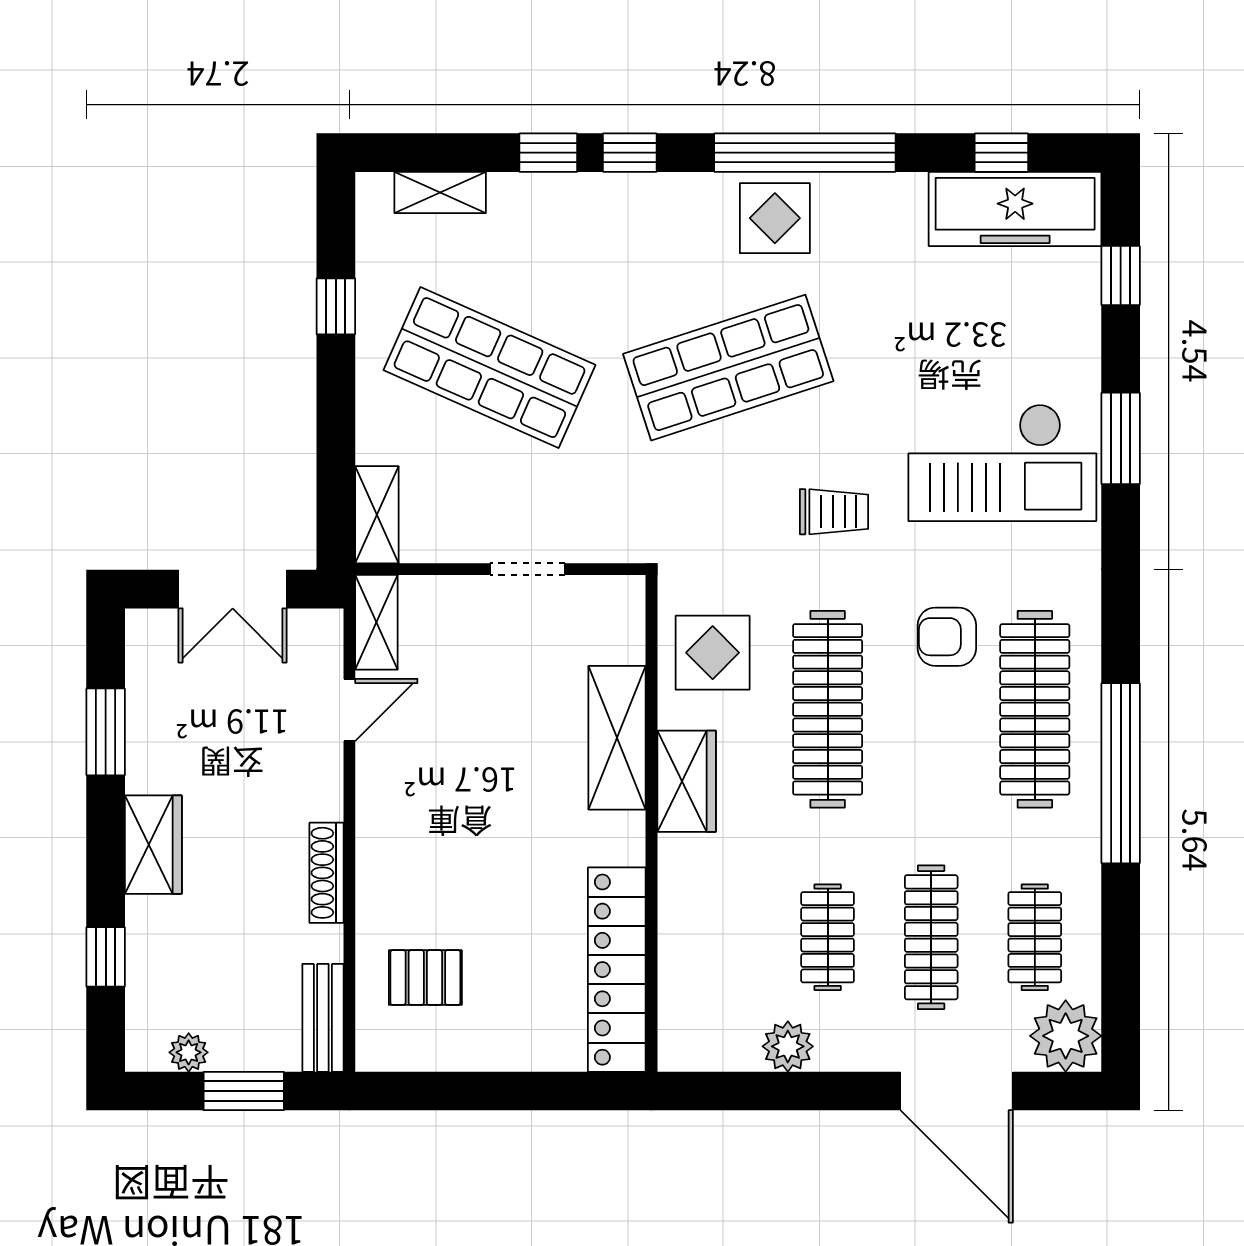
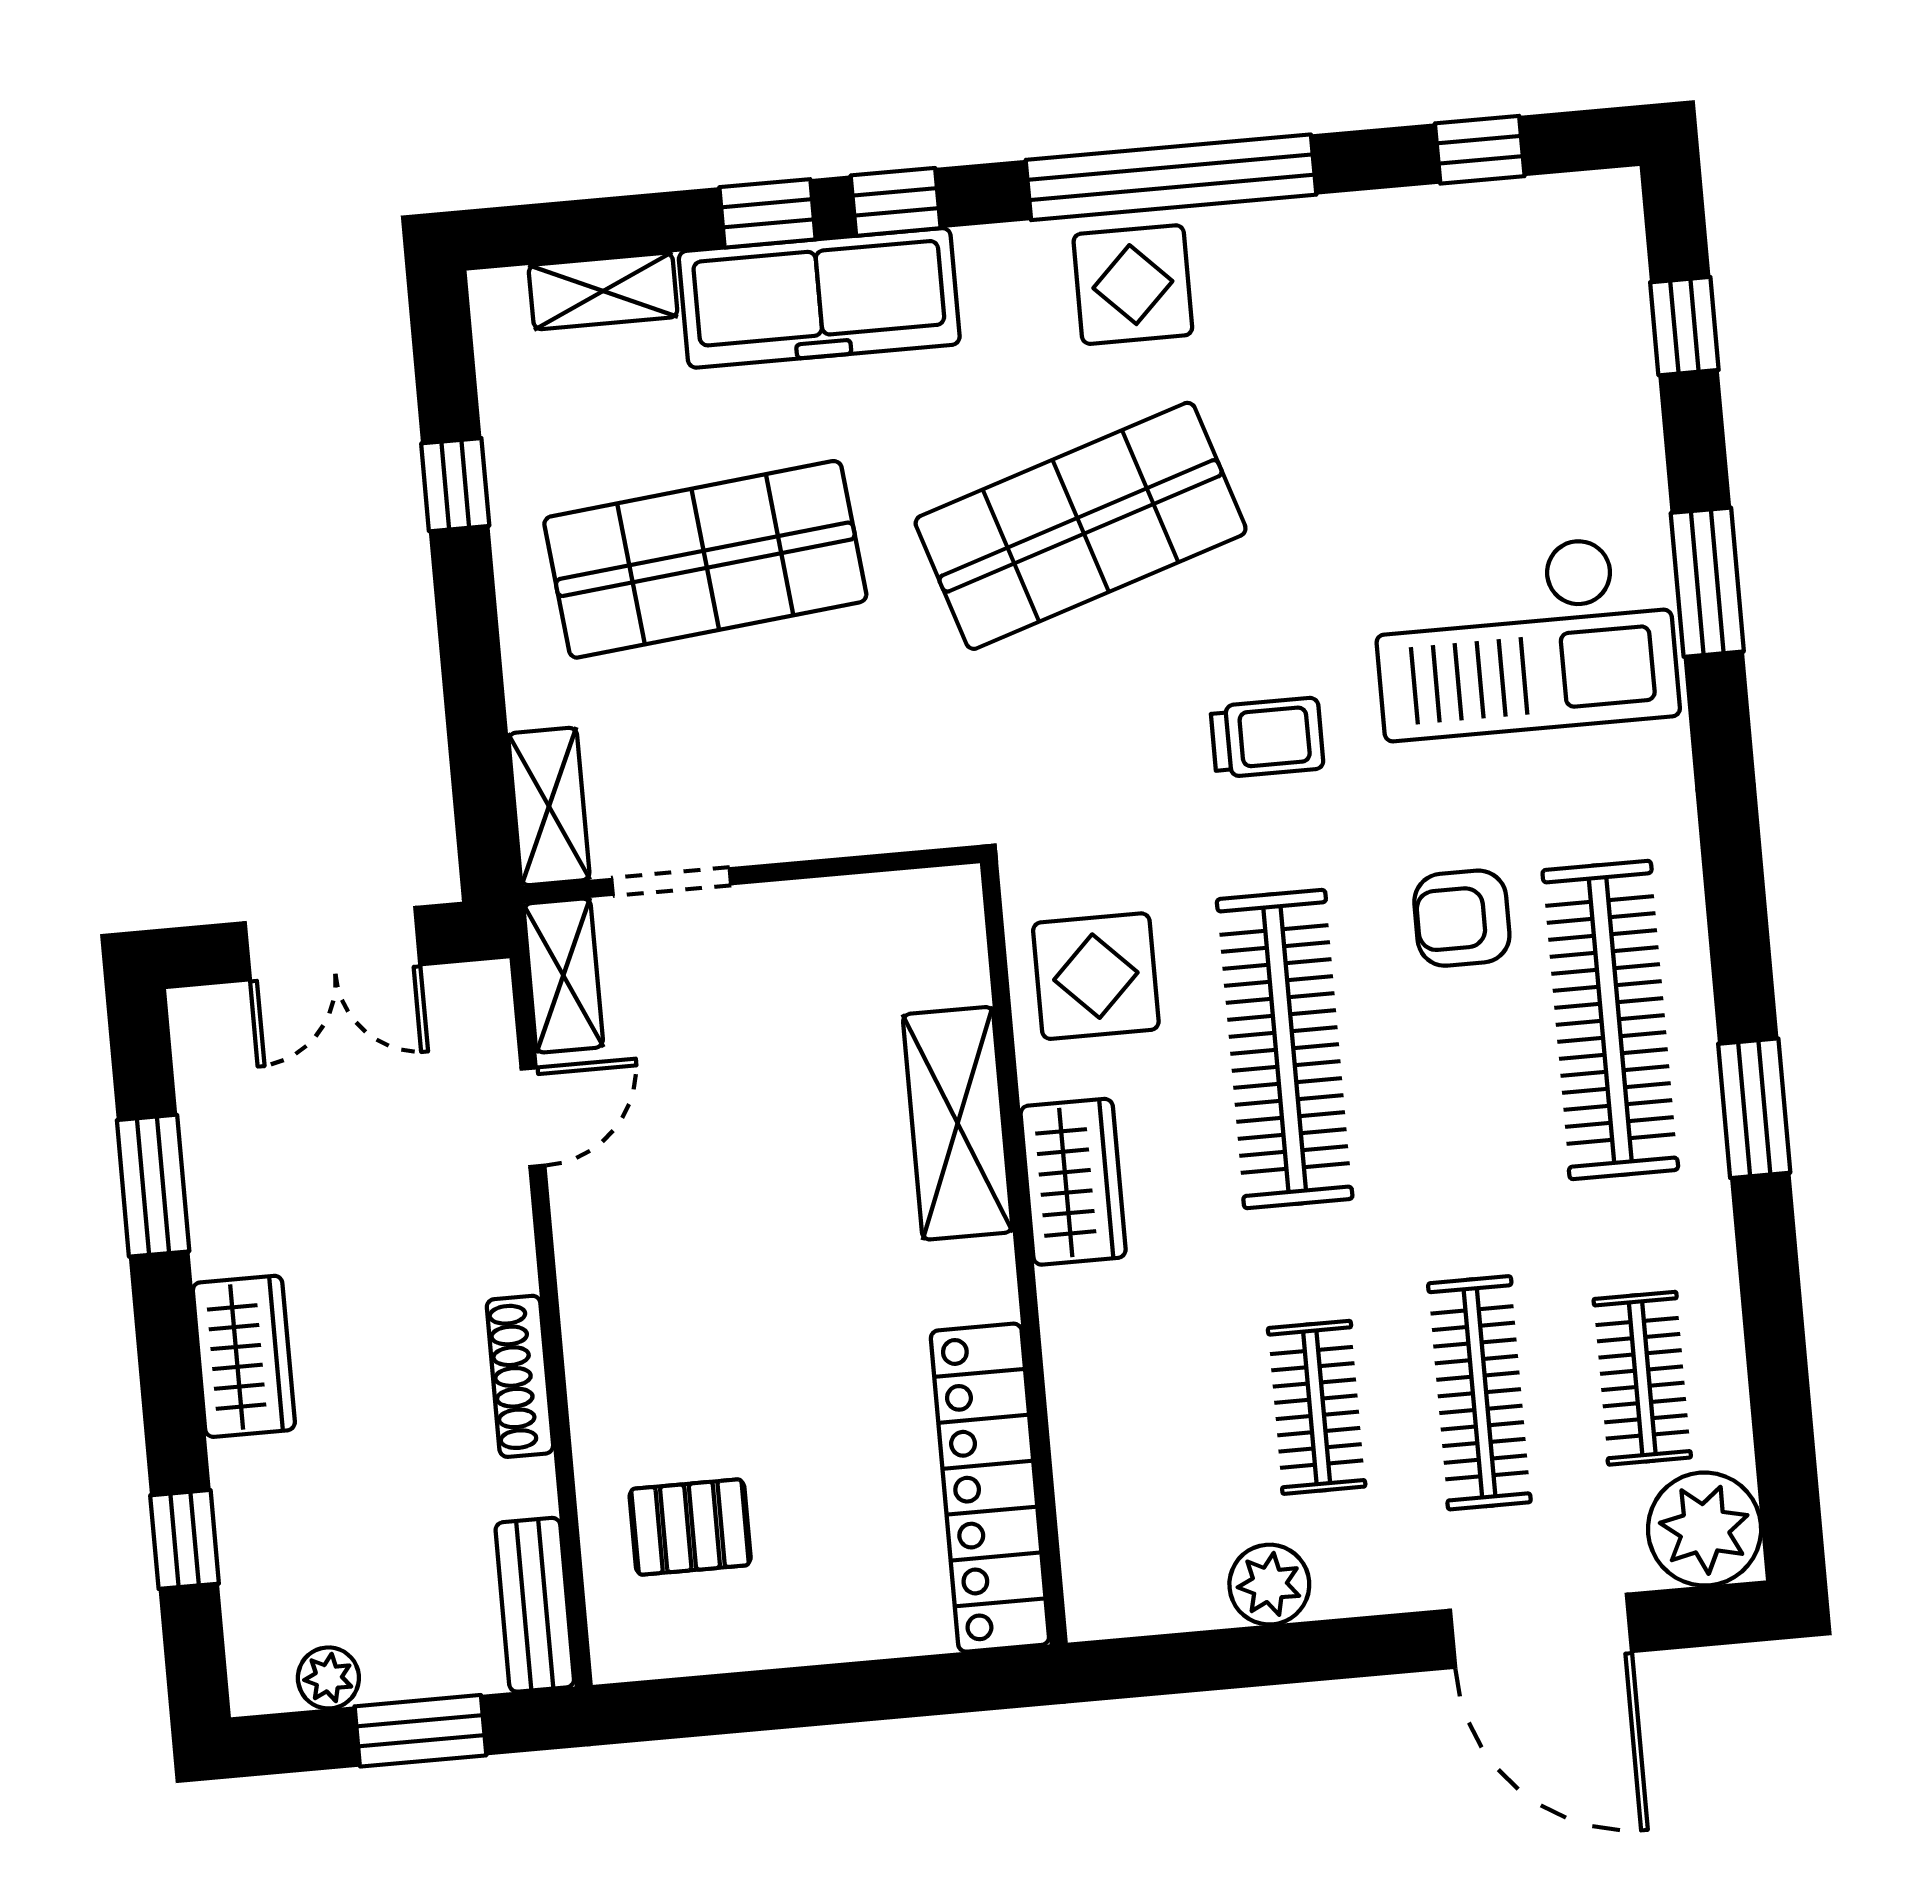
freezer: (1015, 209) -> (819, 298), moved
shop shelf: (490, 368) -> (705, 559), turned -30
doorway: (528, 569) -> (671, 882), moved
window: (1121, 773) -> (1754, 1108), width x0.47

